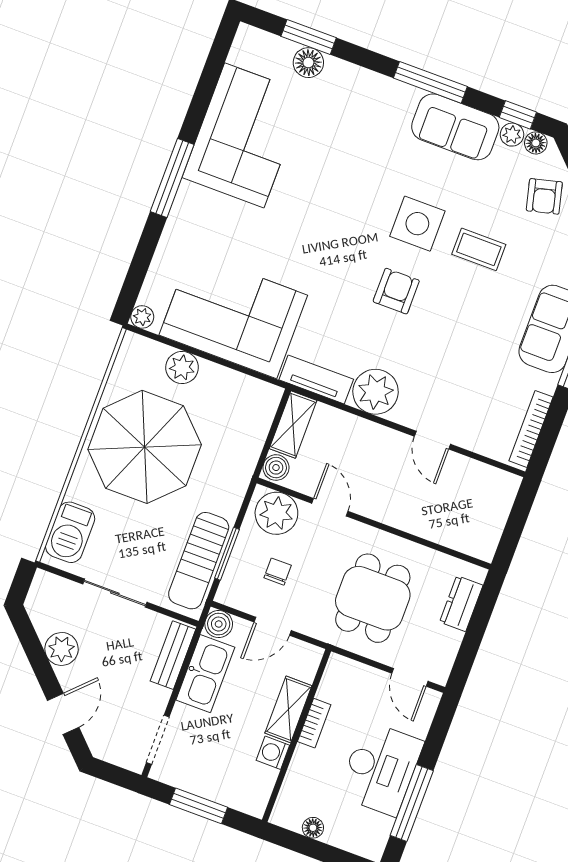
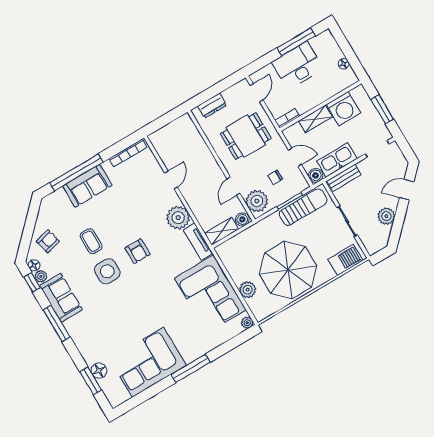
armchair: (396, 291) -> (137, 251), turned -90
bookcase: (314, 723) -> (287, 118), moved
washing machine: (273, 753) -> (344, 109), width x1.89, depth x1.89

